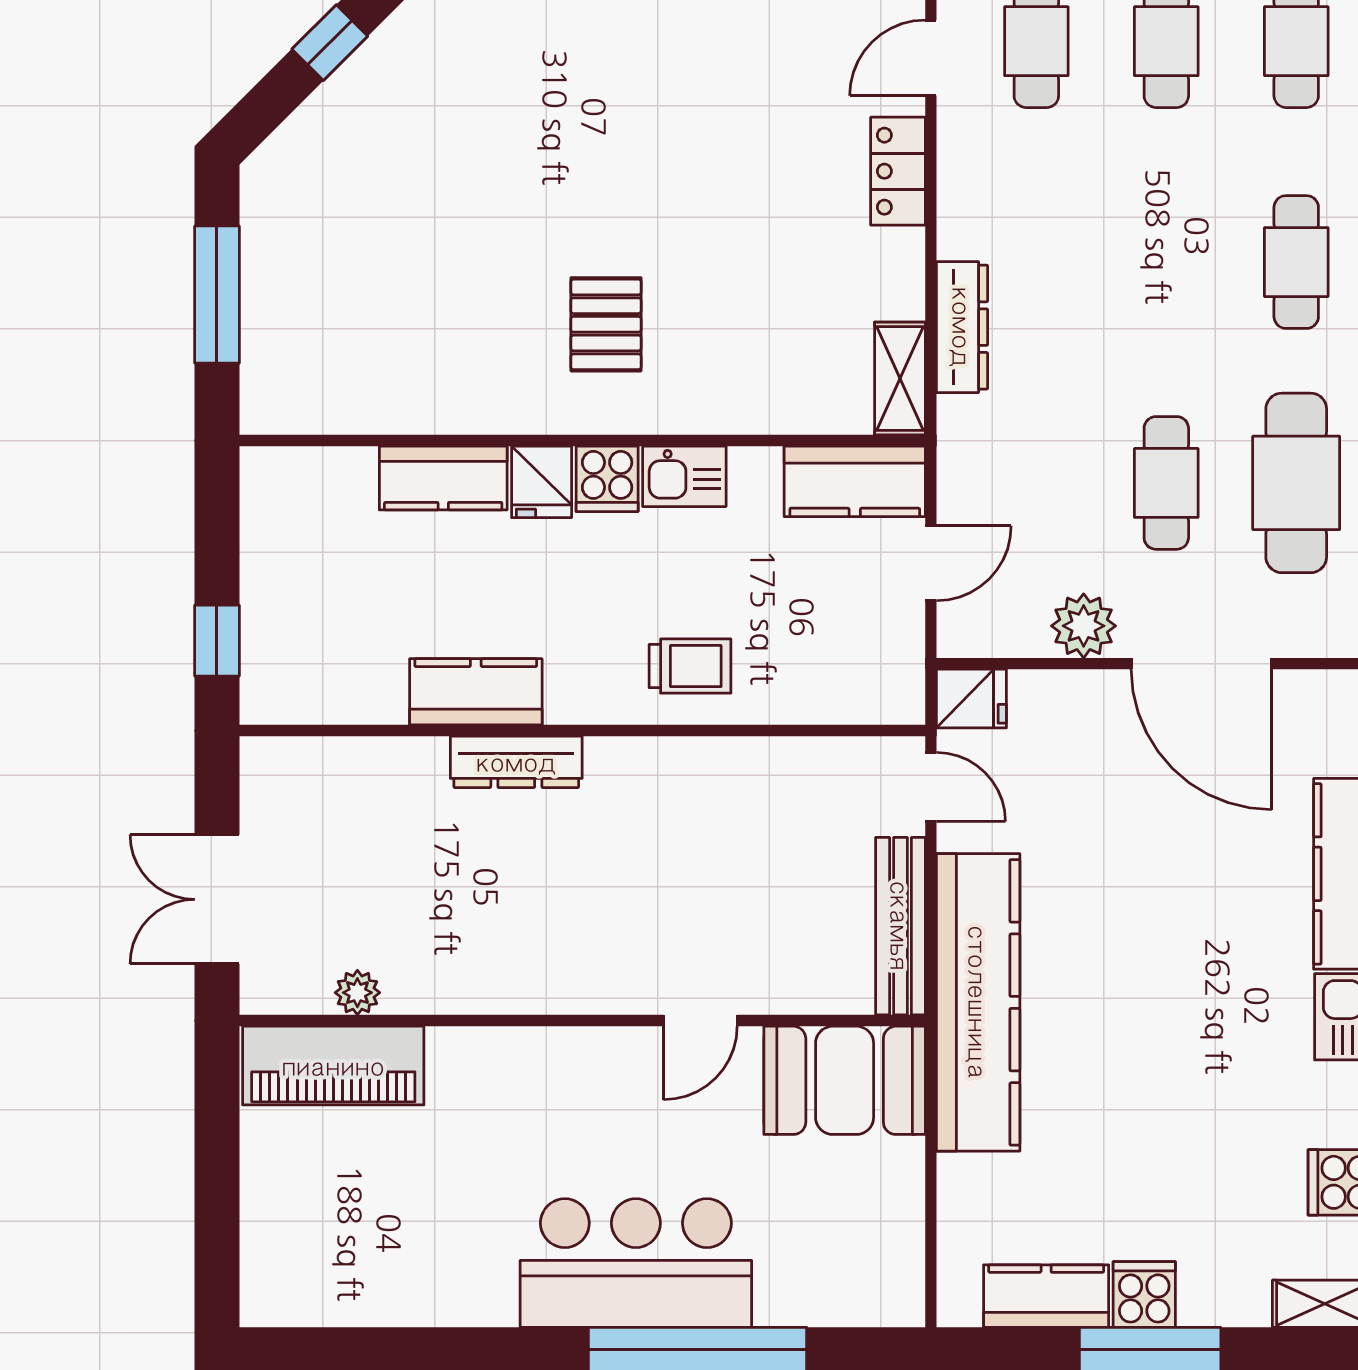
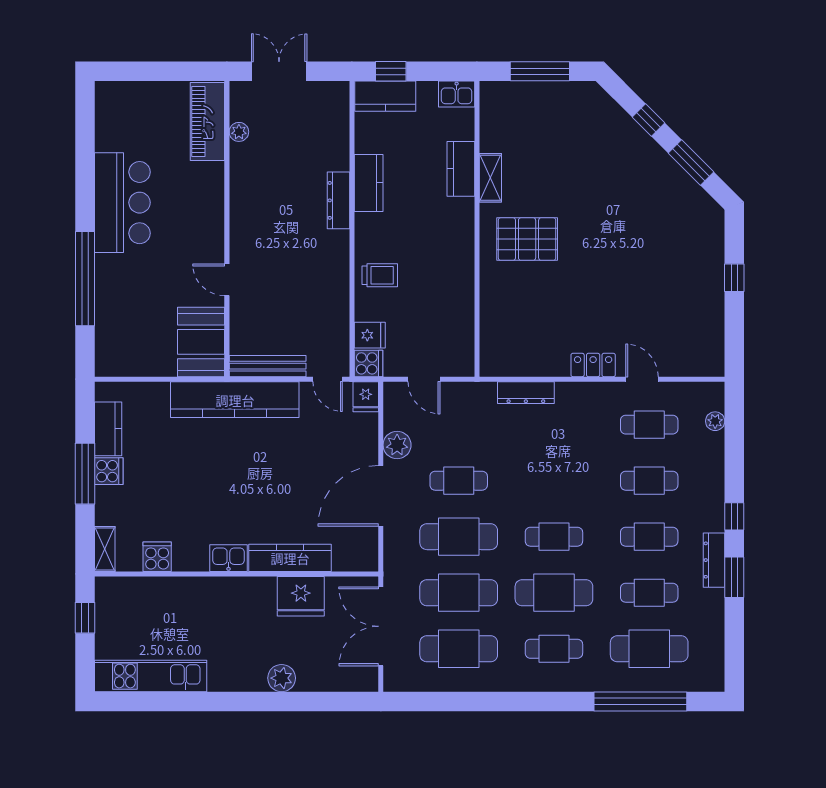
pallet: (606, 324) -> (527, 239), width x1.50, depth x1.42
shelving: (900, 378) -> (490, 178), moved, turned 90
kitchen sink: (684, 476) -> (457, 94), moved, turned -90
cooker: (607, 479) -> (368, 363), moved, turned 180
kitchen counter: (855, 481) -> (385, 96), moved, turned -90
fridge: (542, 482) -> (370, 335), moved, turned 180
trolley: (690, 666) -> (380, 275), turned -90
door: (931, 787) -> (328, 379), hinge flipped
bar counter: (636, 1263) -> (122, 203), moved

